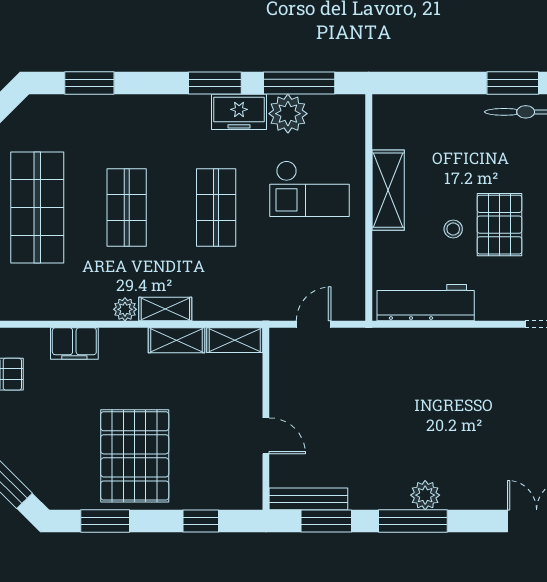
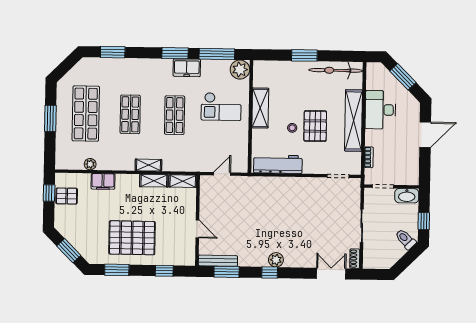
window: (513, 83) -> (304, 55), moved
plant: (288, 114) -> (240, 70), moved
plant: (125, 309) -> (90, 164), moved
pallet: (135, 456) -> (132, 238), turned 90
window: (413, 521) -> (270, 273), width x0.46

